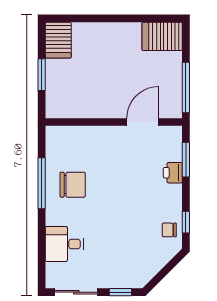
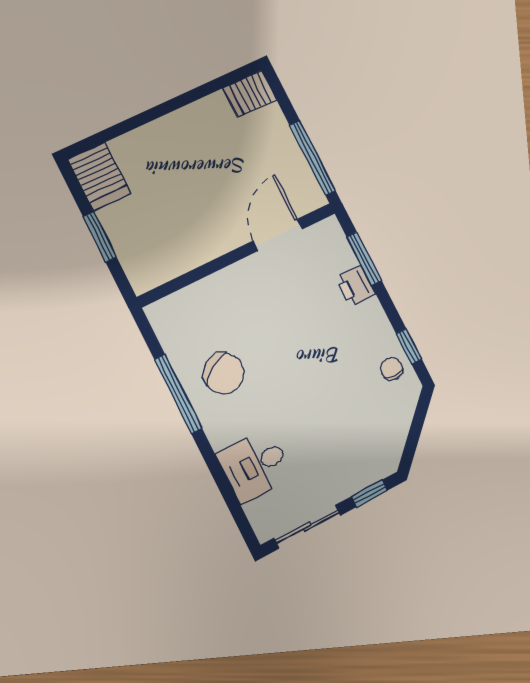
server rack: (162, 36) -> (250, 94), width x0.73, depth x0.70
chair: (73, 185) -> (224, 373), turned 58
chair: (169, 230) -> (392, 369), turned 90

